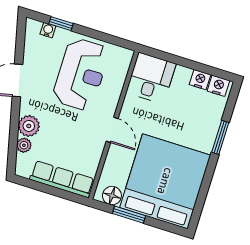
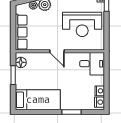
door: (112, 130) -> (57, 51), hinge flipped
bed: (165, 181) -> (38, 100), width x0.49

